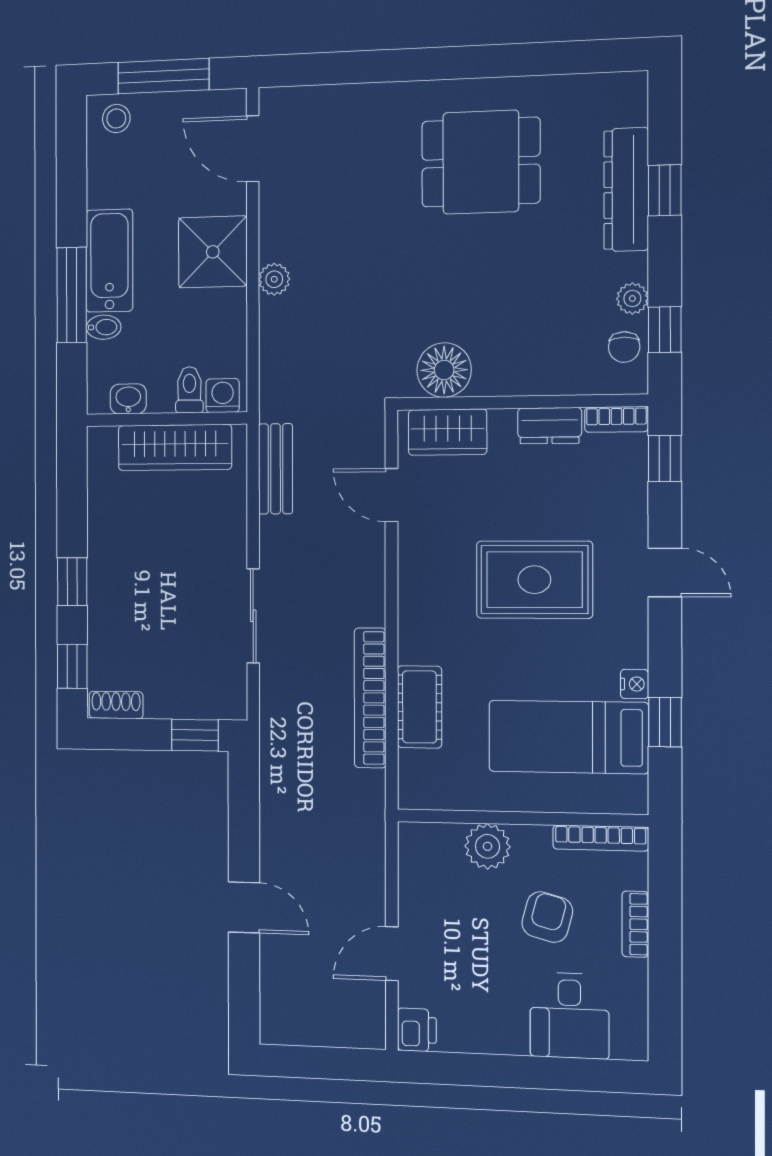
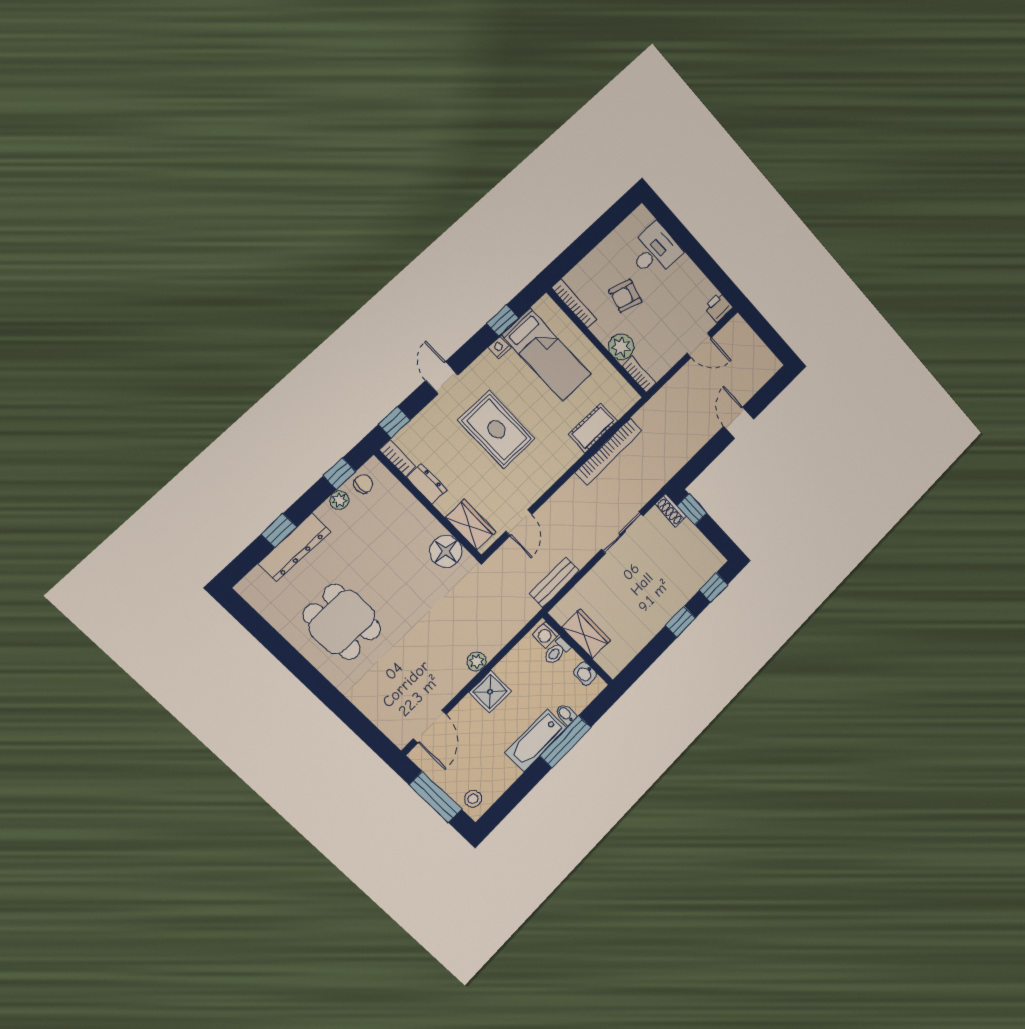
shower: (213, 252) -> (490, 692), width x0.73, depth x0.73
wardrobe: (175, 447) -> (586, 634), width x0.67
shoe rack: (116, 705) -> (671, 510), moved
bookcase: (635, 924) -> (639, 375), moved, turned -90

